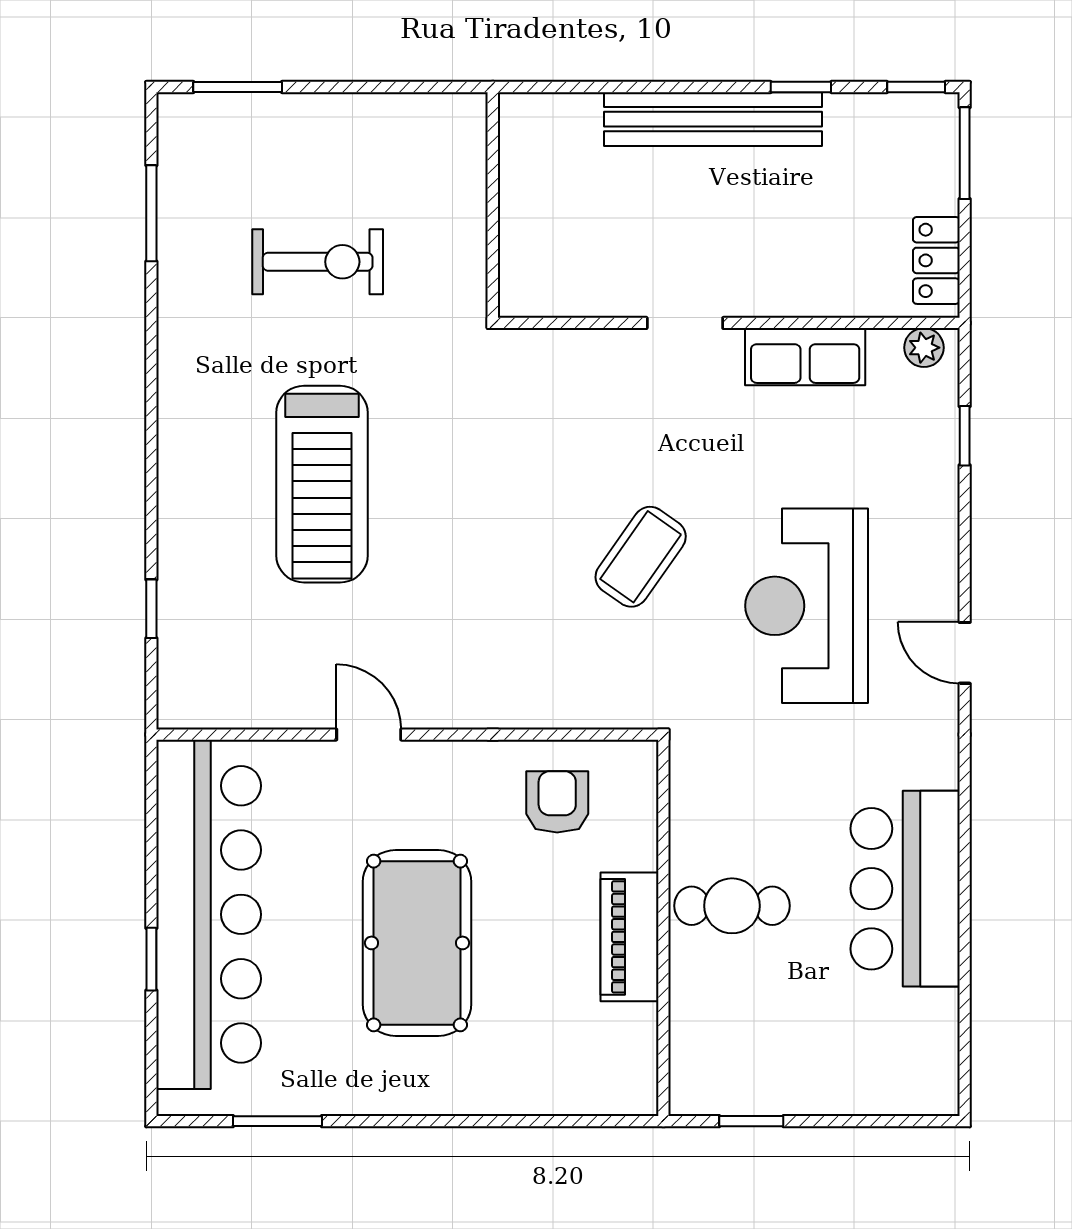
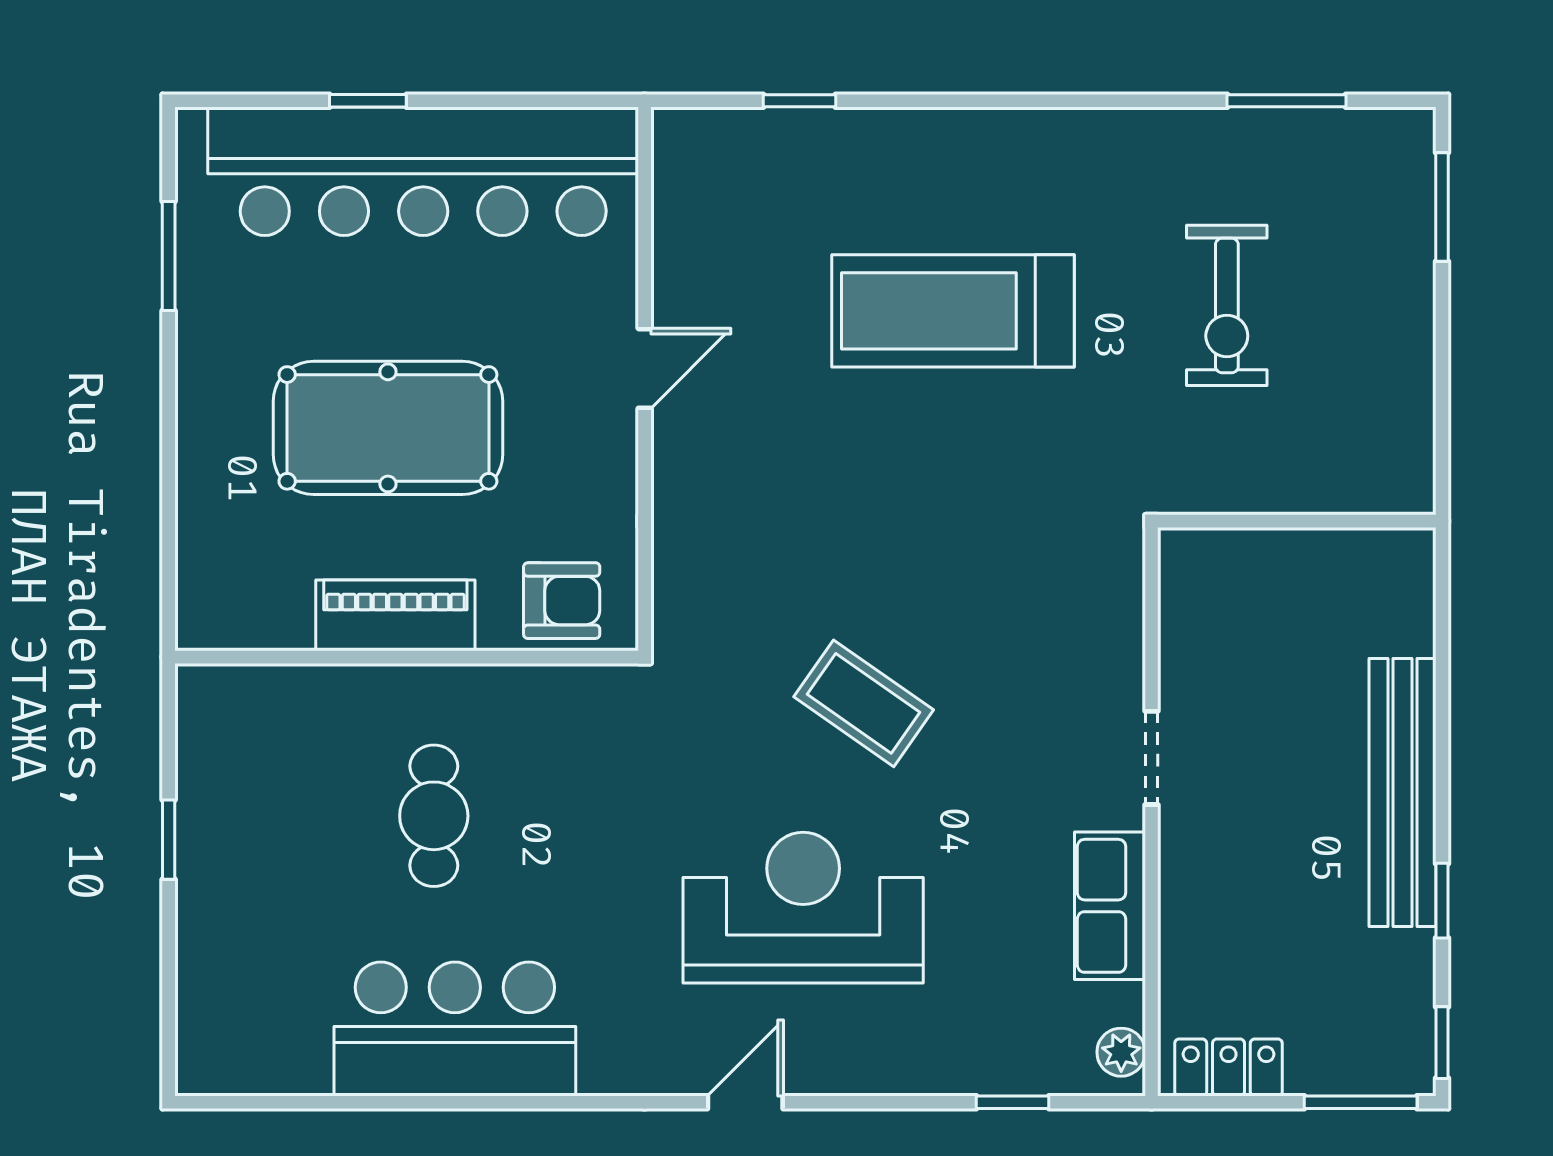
wall: (663, 928) -> (407, 657), moved
piano: (630, 937) -> (395, 615), moved

